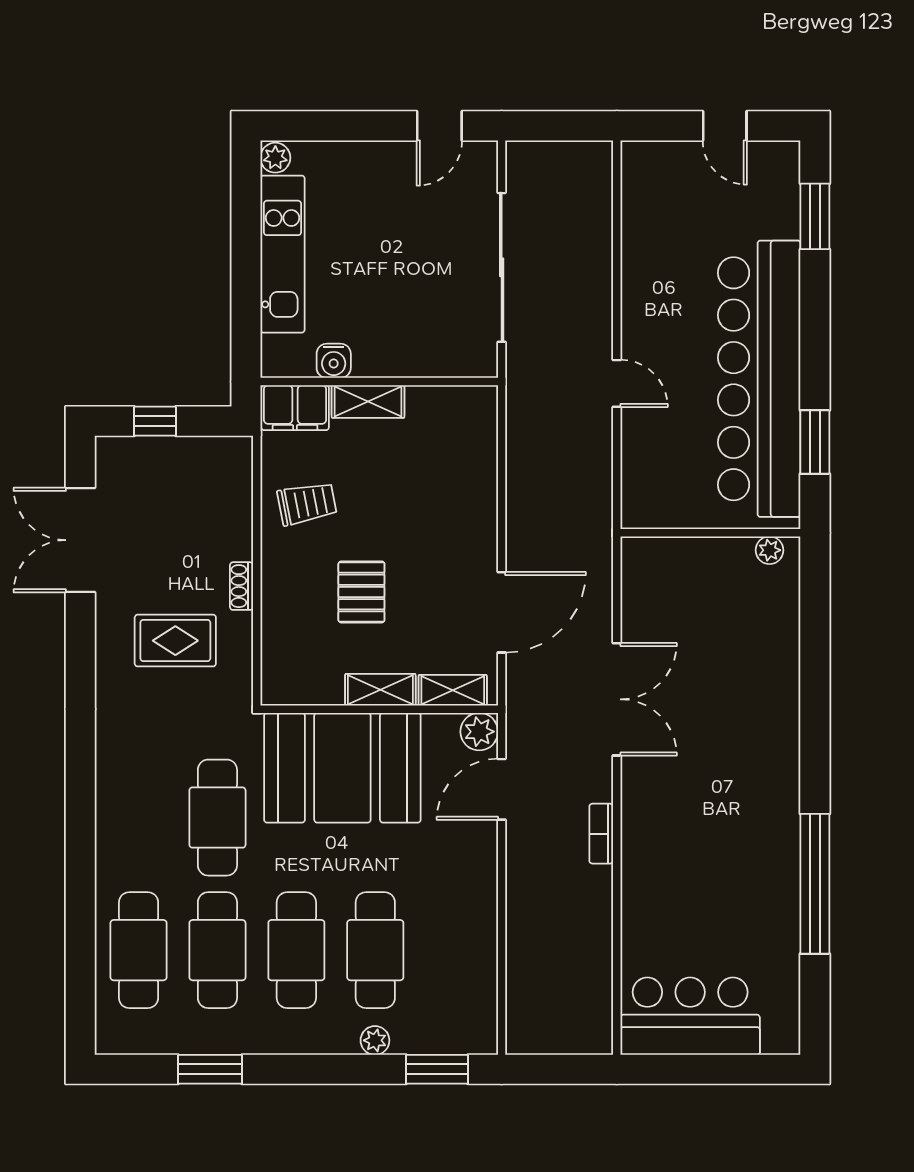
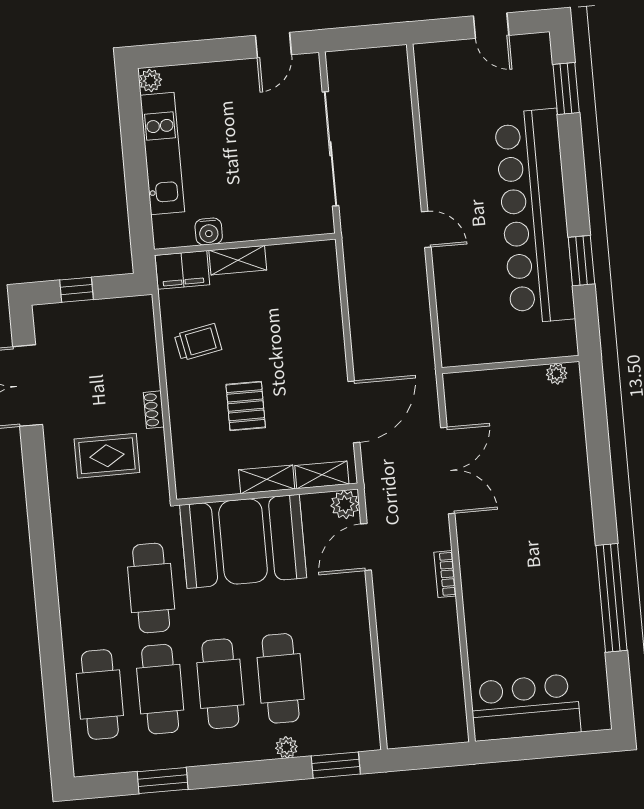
wall: (710, 533) -> (510, 365), moved
plant: (769, 550) -> (557, 374), moved

